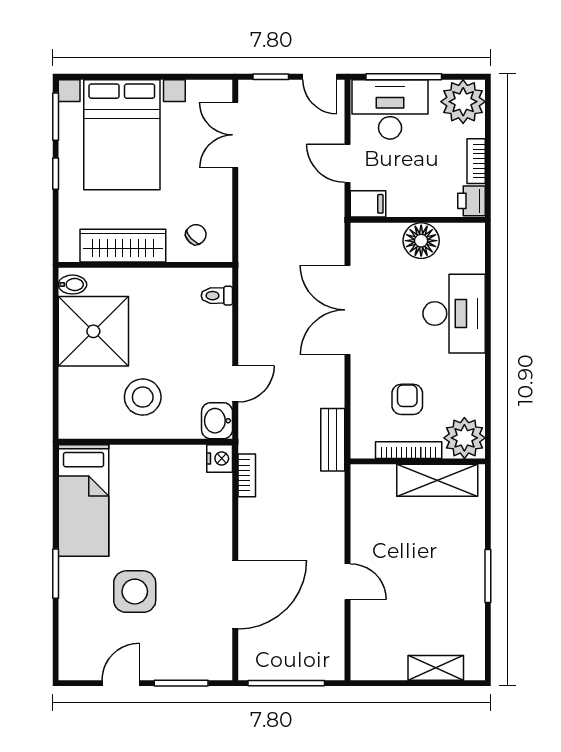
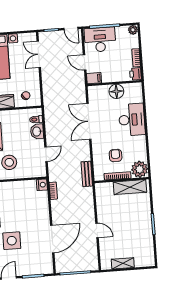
plant: (463, 102) -> (133, 30), width x0.53, depth x0.53
washbasin: (217, 421) -> (37, 131), moved
shelving: (436, 668) -> (123, 263), moved

